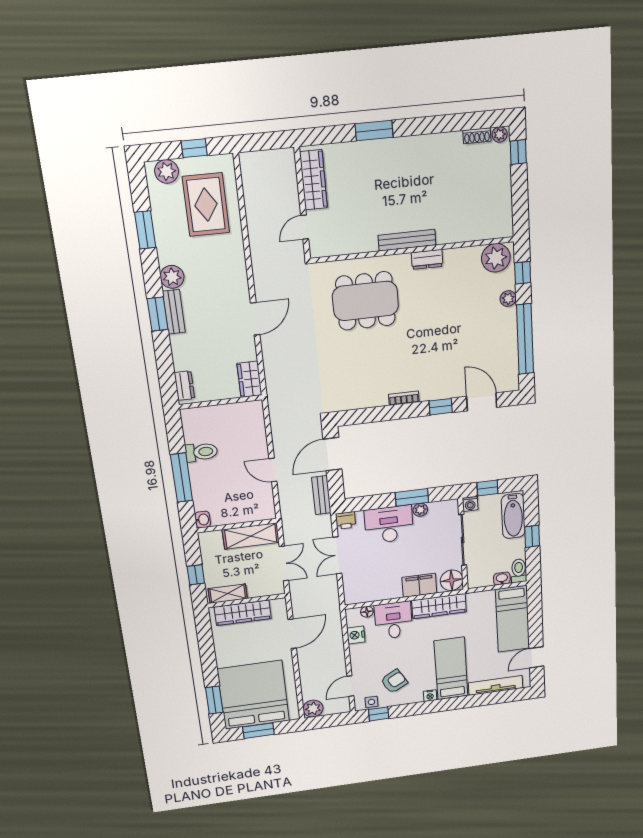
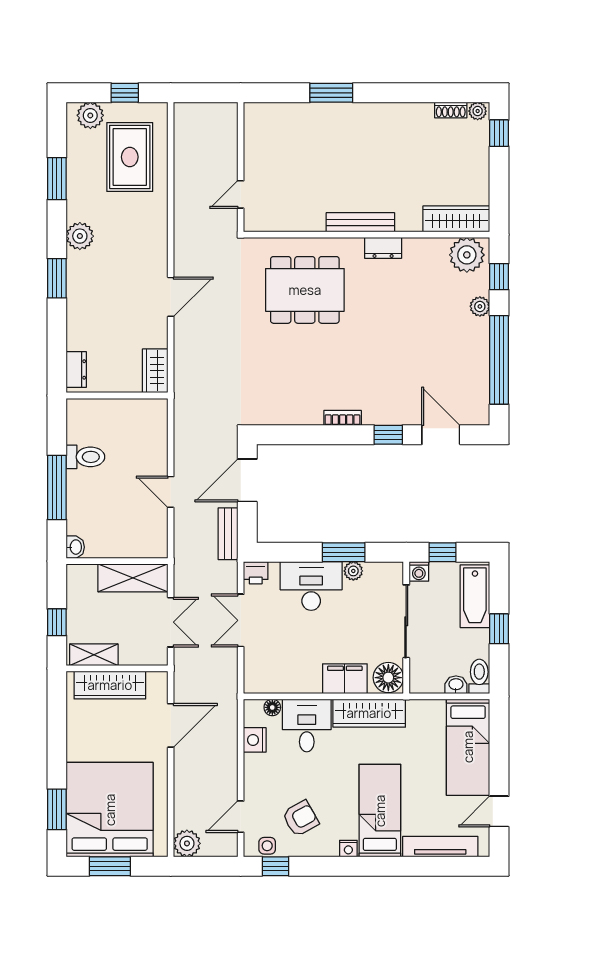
wardrobe: (314, 180) -> (456, 219), moved, turned -90
bench: (174, 312) -> (76, 278), removed

